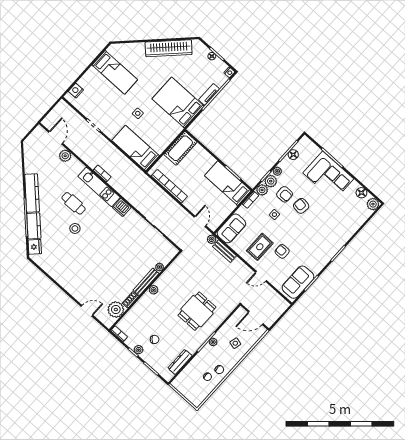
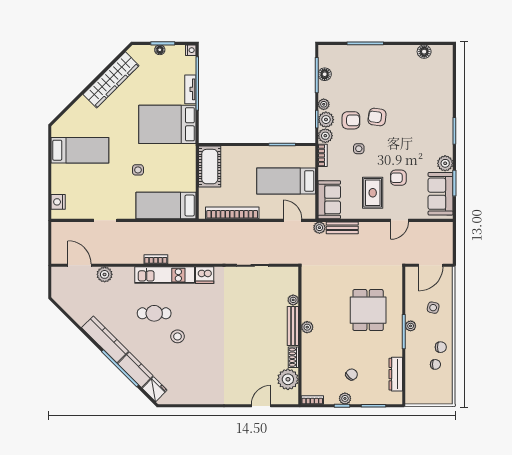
corner sofa: (328, 176) -> (377, 64), removed
bed: (228, 183) -> (286, 181), moved
plant: (373, 204) -> (445, 163), moved

